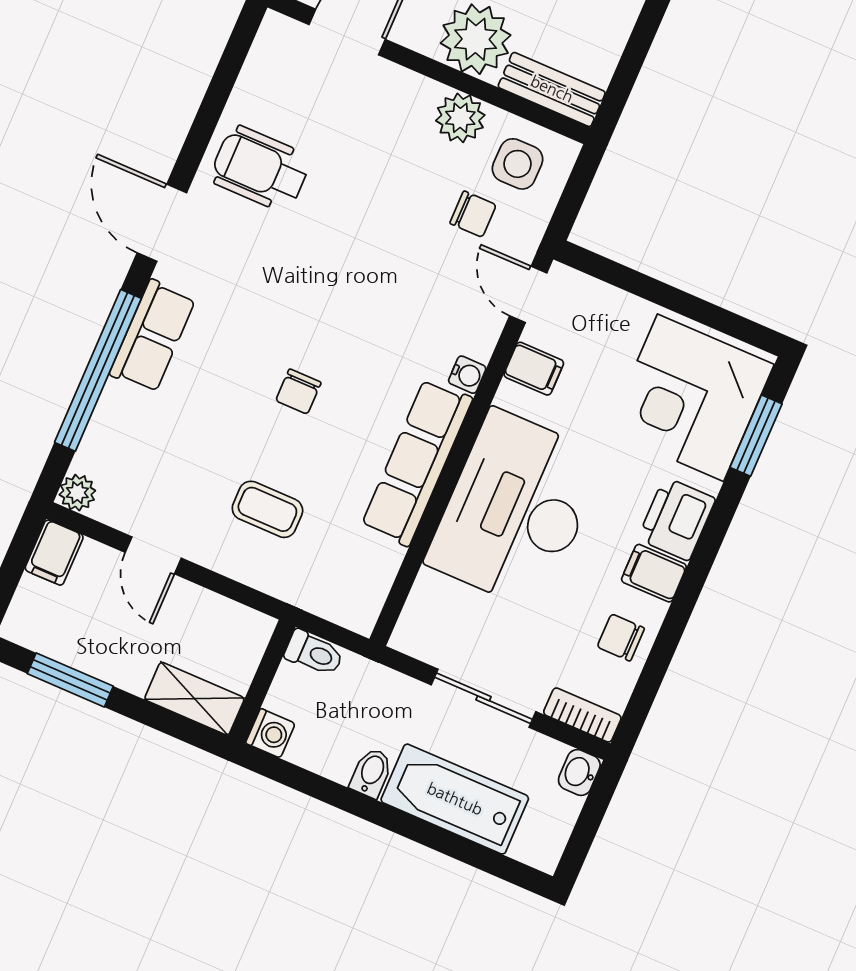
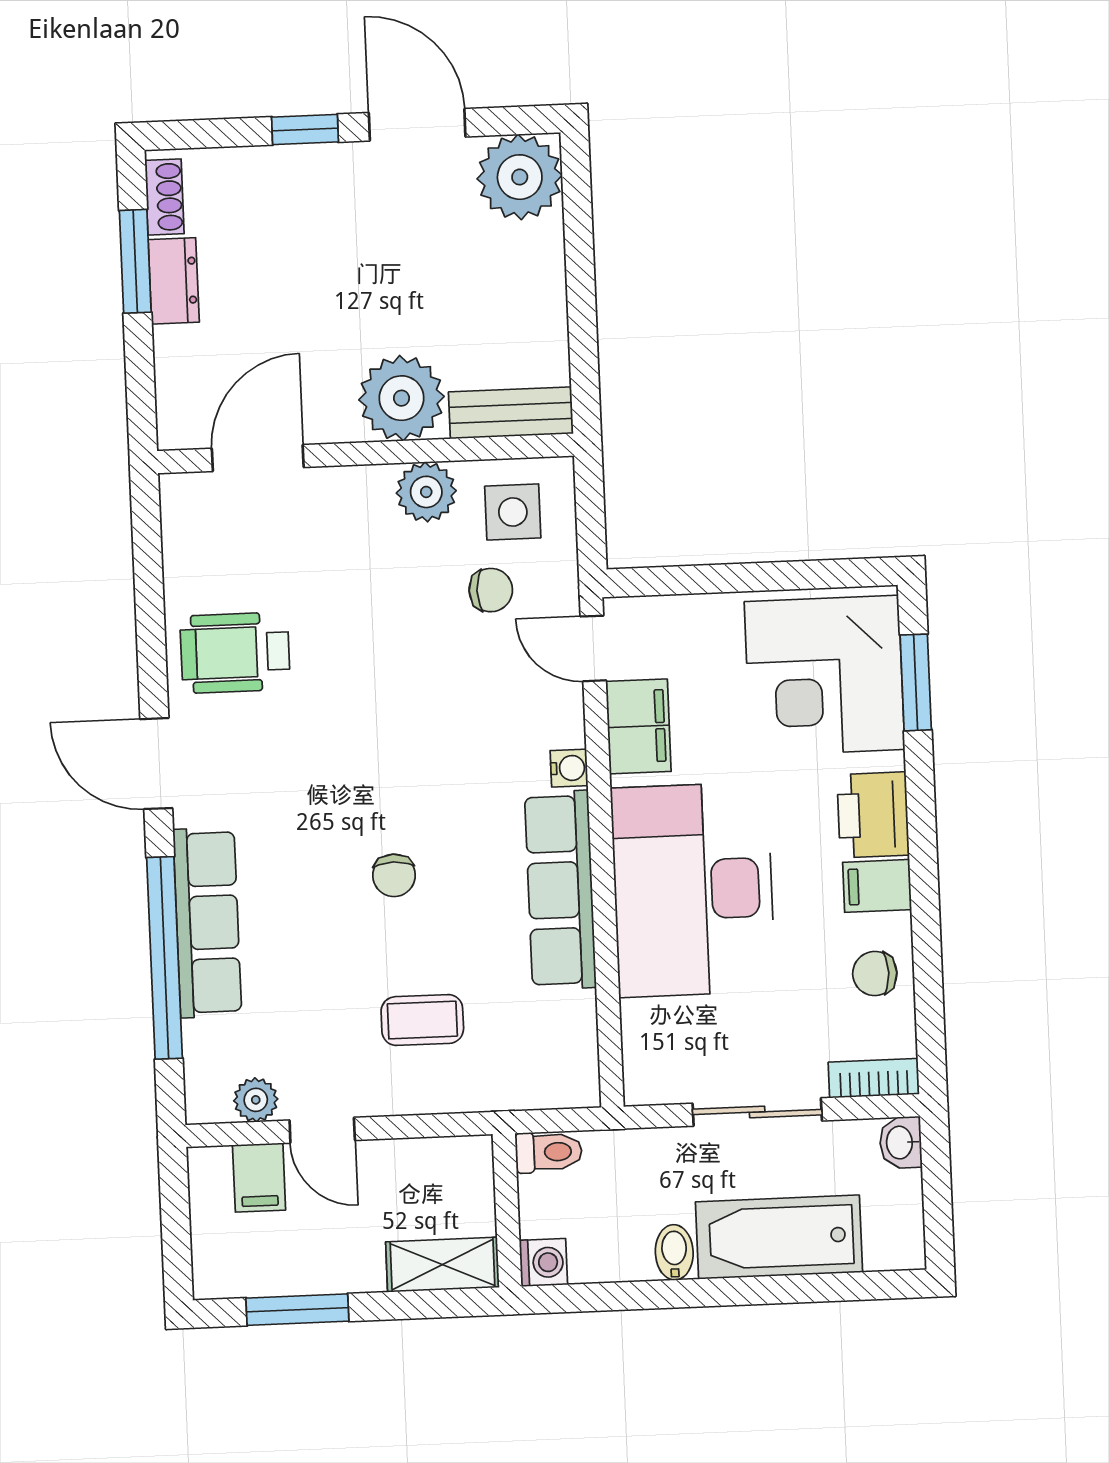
row of seats: (153, 336) -> (207, 923), width x1.48
filing cabinet: (534, 369) -> (638, 726), width x2.00
plant: (77, 493) -> (256, 1100), moved
filing cabinet: (54, 553) -> (259, 1178), moved

